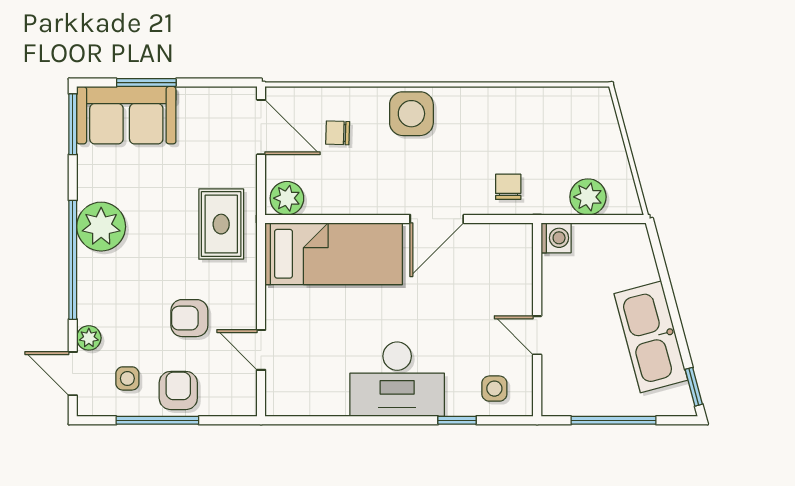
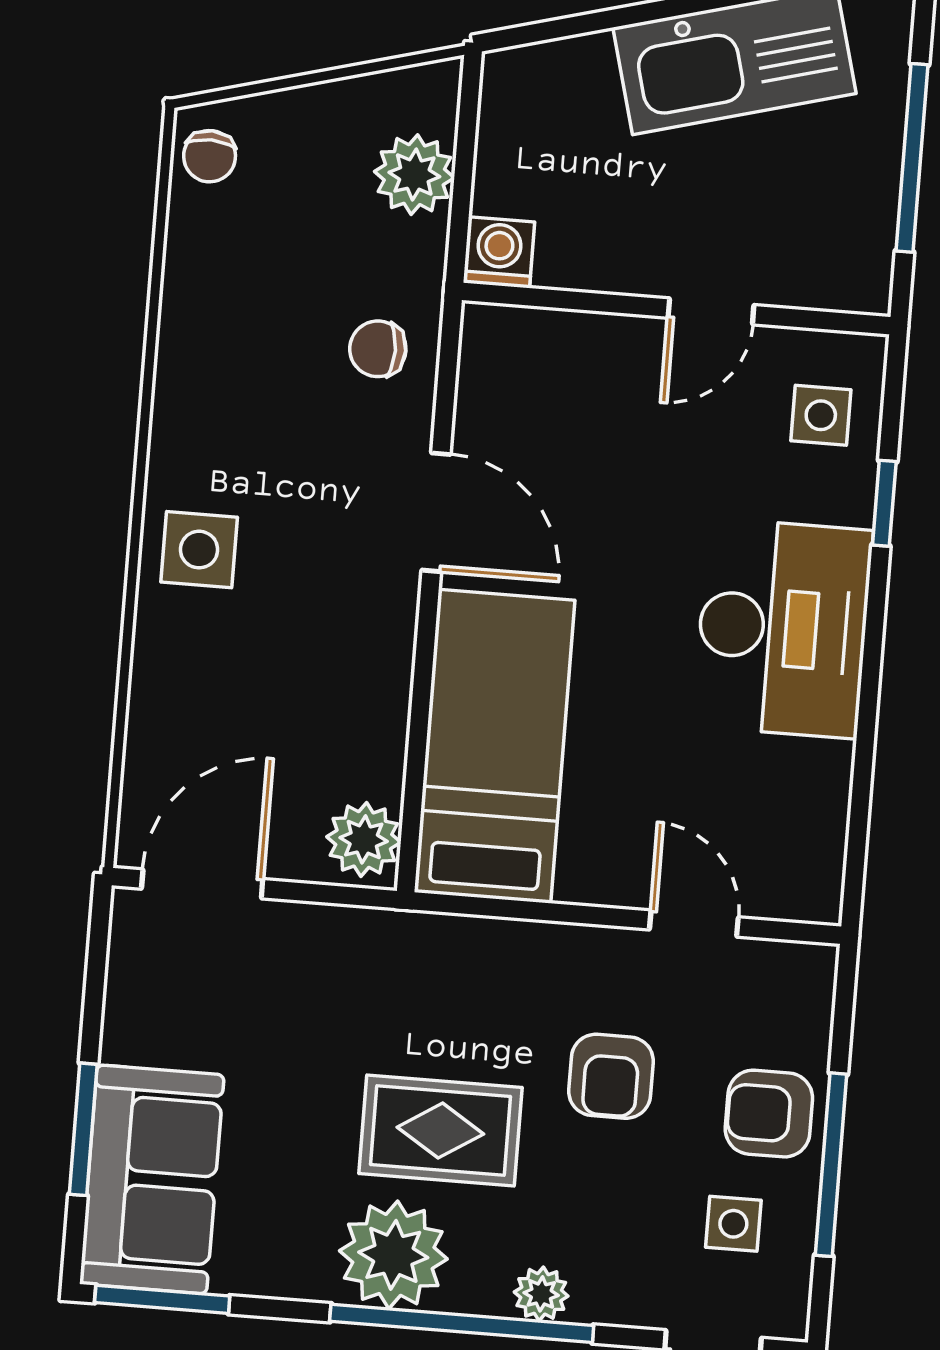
side table: (411, 114) -> (199, 550), width x0.73, depth x0.73
chair: (338, 133) -> (210, 156), moved
rug: (221, 224) -> (440, 1131), moved
plant: (89, 338) -> (541, 1294), moved
door: (261, 350) -> (694, 923), swing flipped

